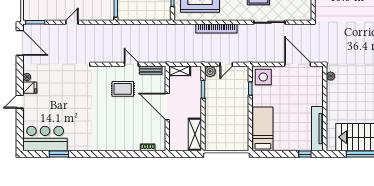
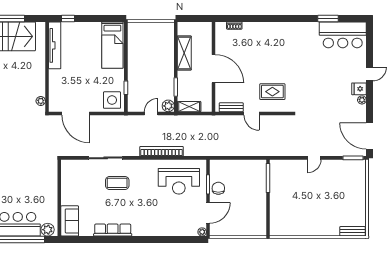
shelving: (180, 71) -> (189, 107), moved
rug: (123, 89) -> (272, 92), moved
shelving: (195, 134) -> (184, 53), moved

